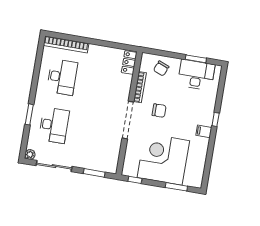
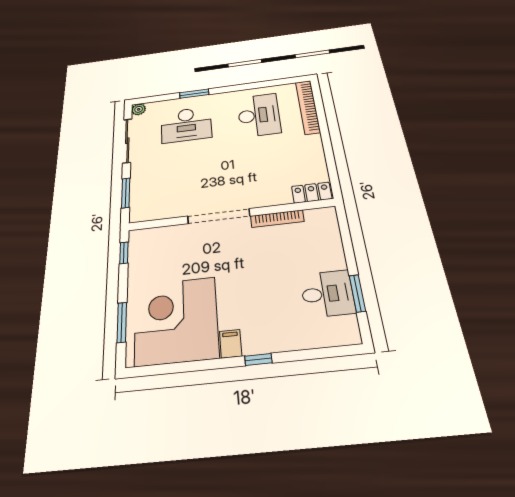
chair: (161, 68) -> (319, 242), removed
desk: (196, 75) -> (327, 294), width x0.73
desk: (62, 77) -> (259, 115), turned -90
chair: (159, 111) -> (247, 258), removed
corner desk: (163, 159) -> (176, 321), moved, turned -90

